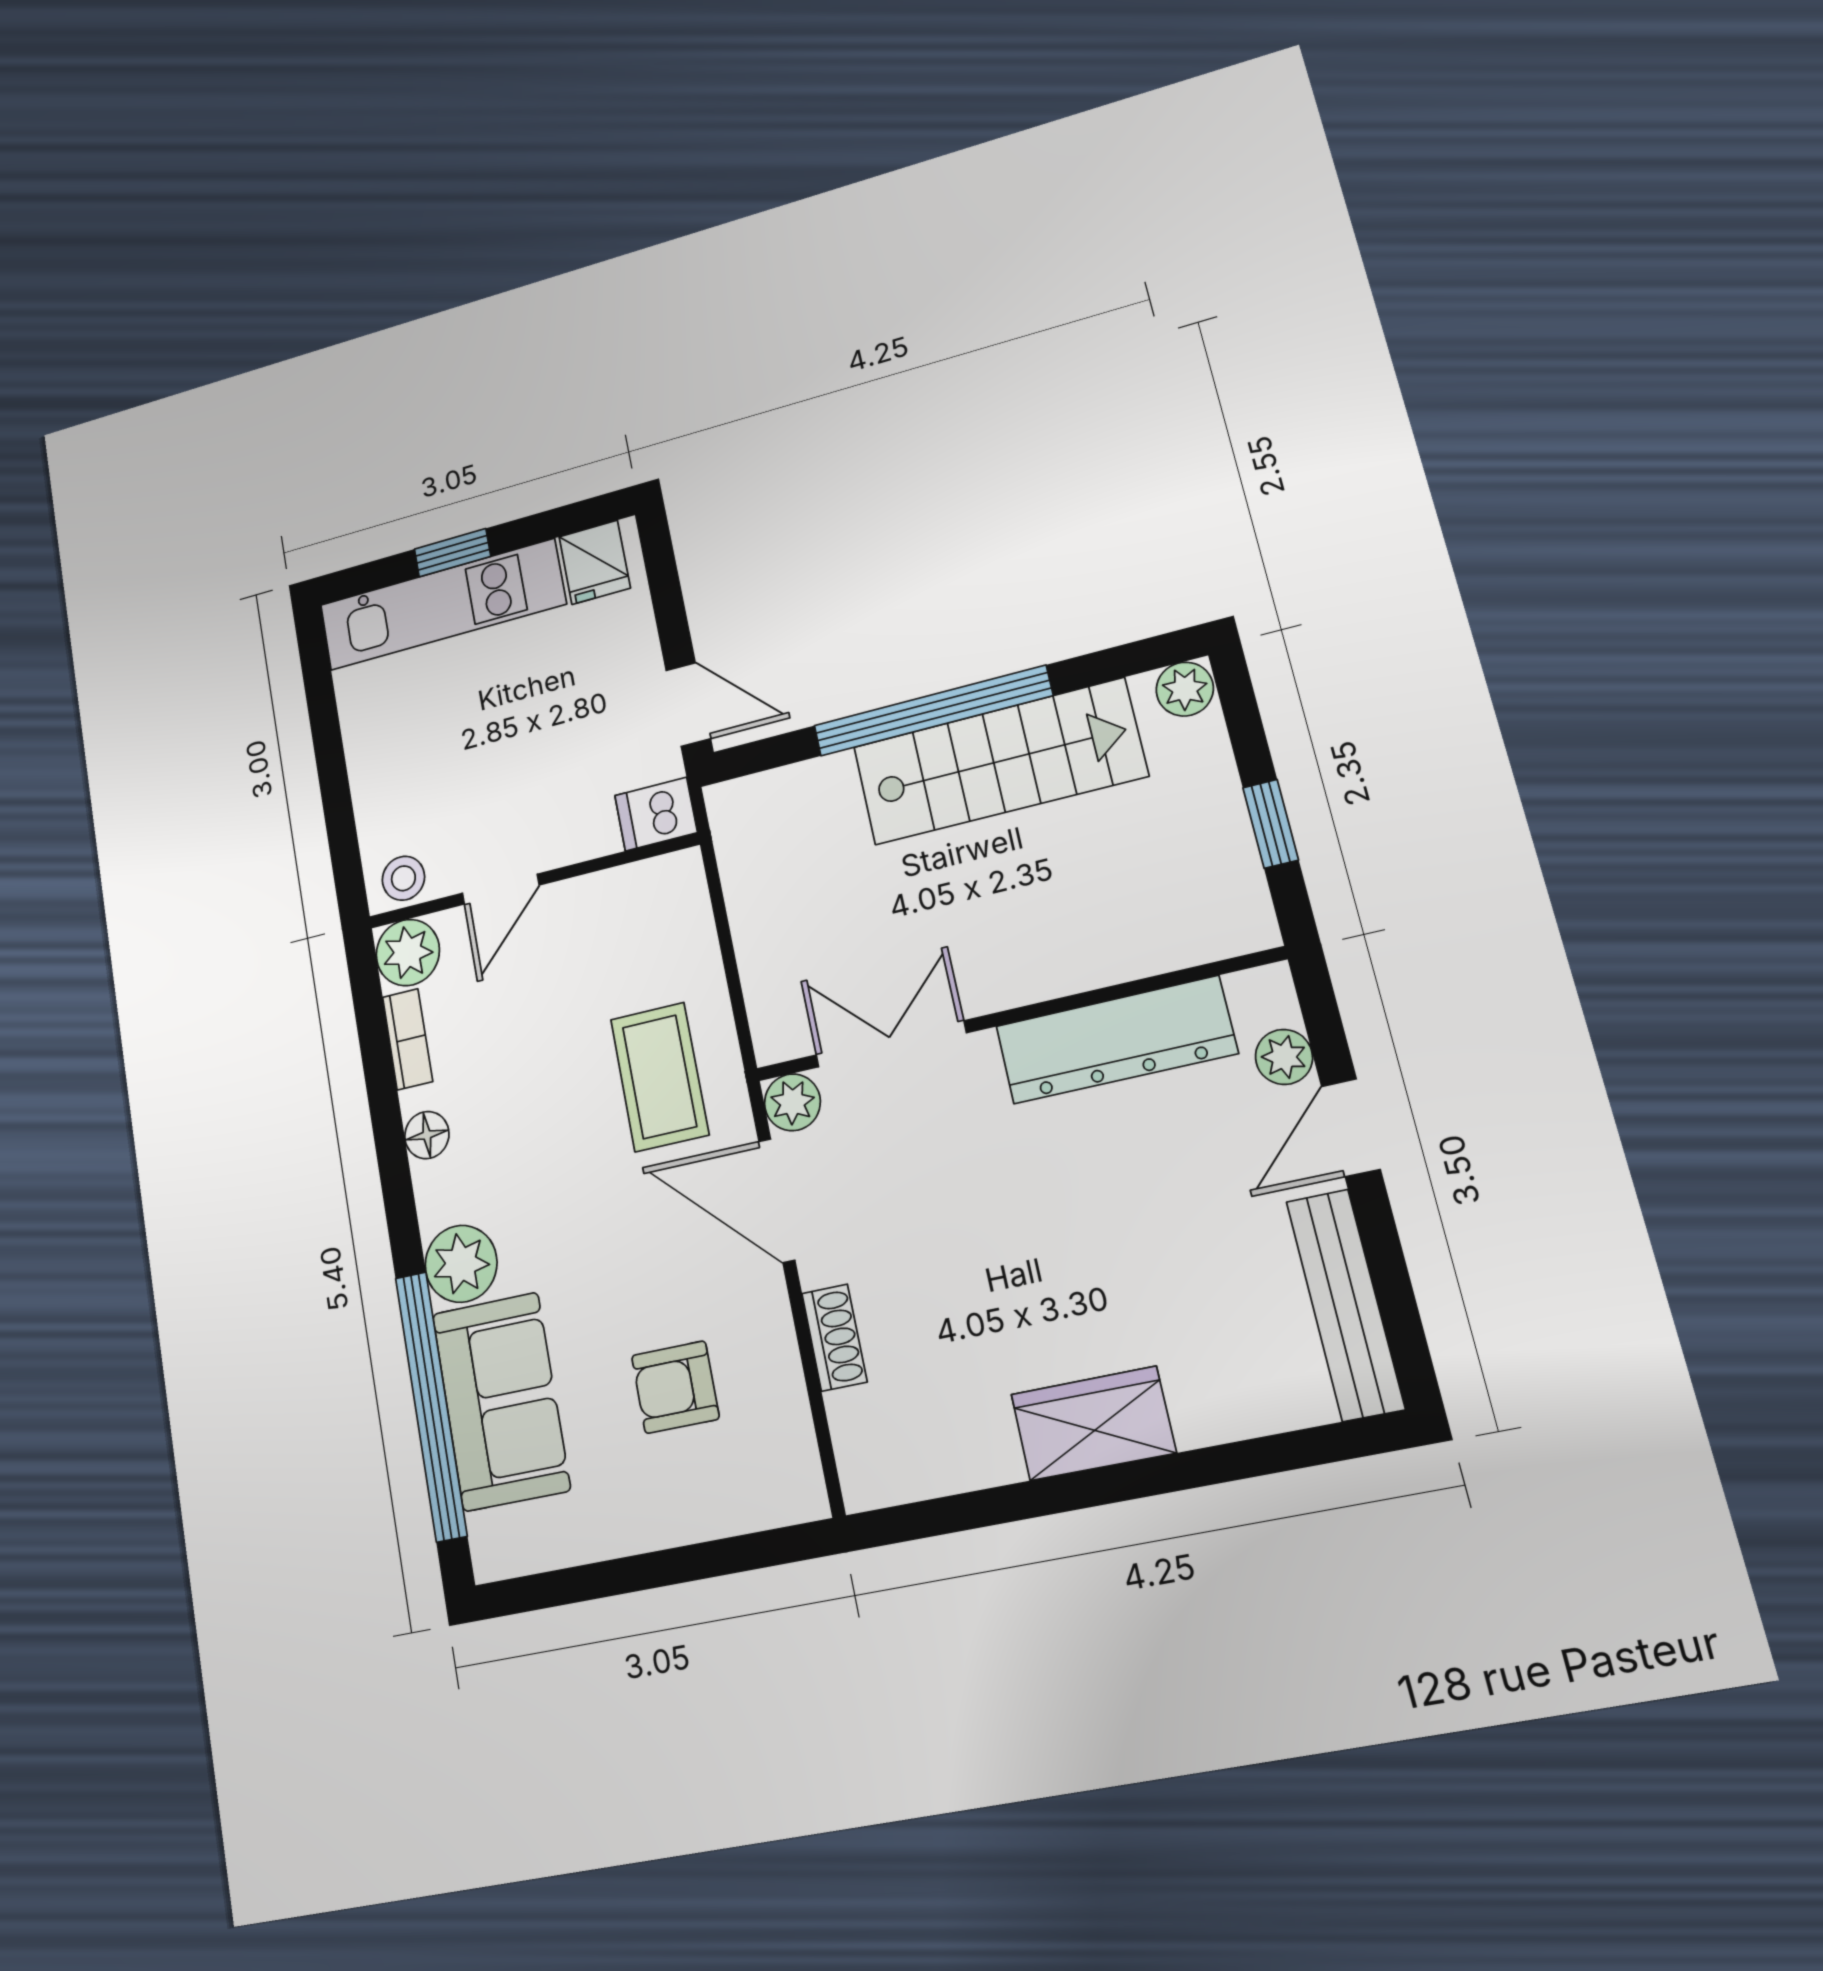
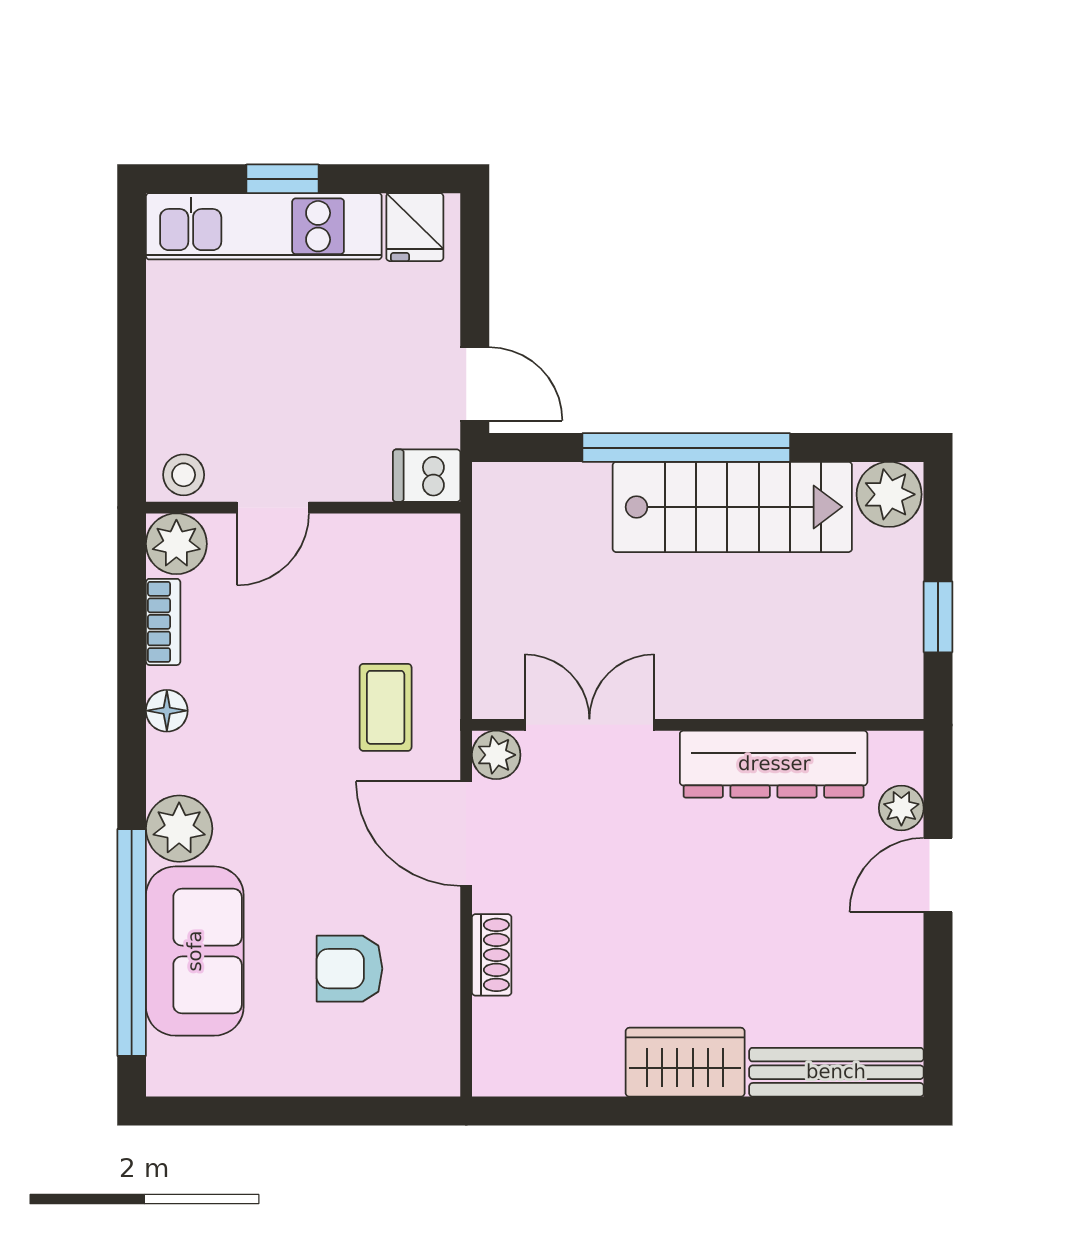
plant: (1185, 689) -> (889, 494), width x1.38, depth x1.38
coffee table: (660, 1077) -> (386, 707), width x0.73, depth x0.77
bench: (1345, 1304) -> (836, 1072), moved, turned 90

